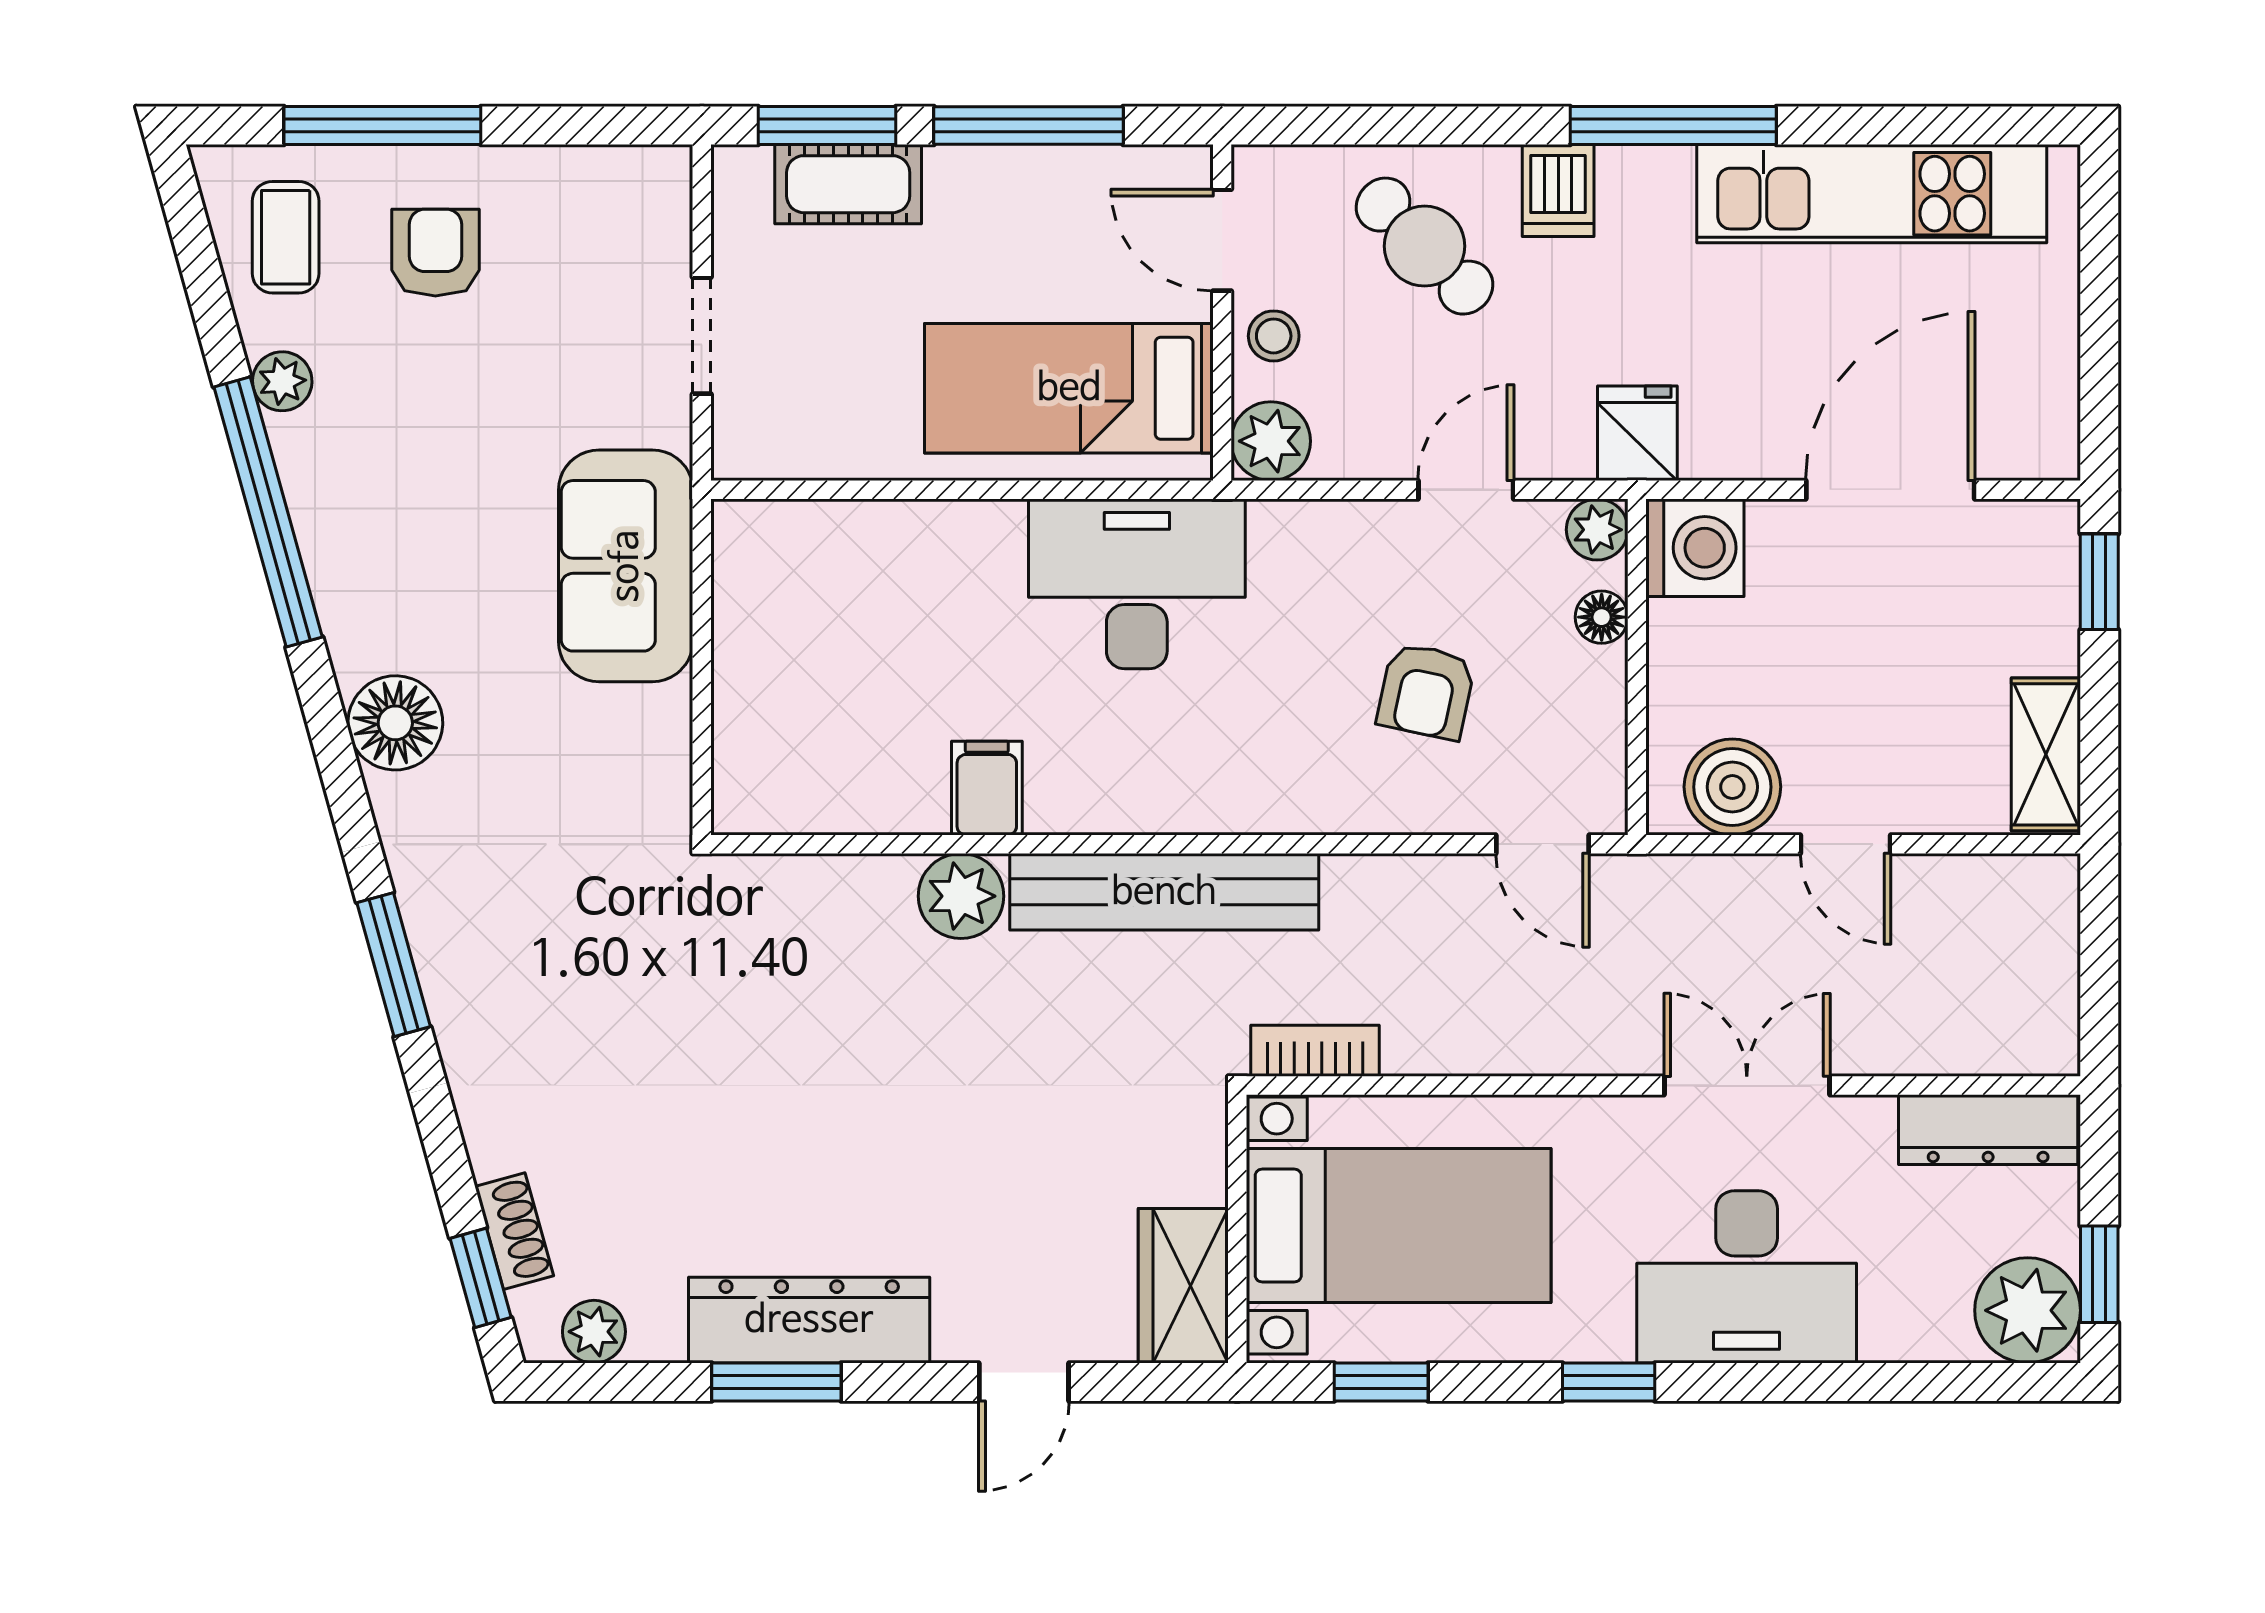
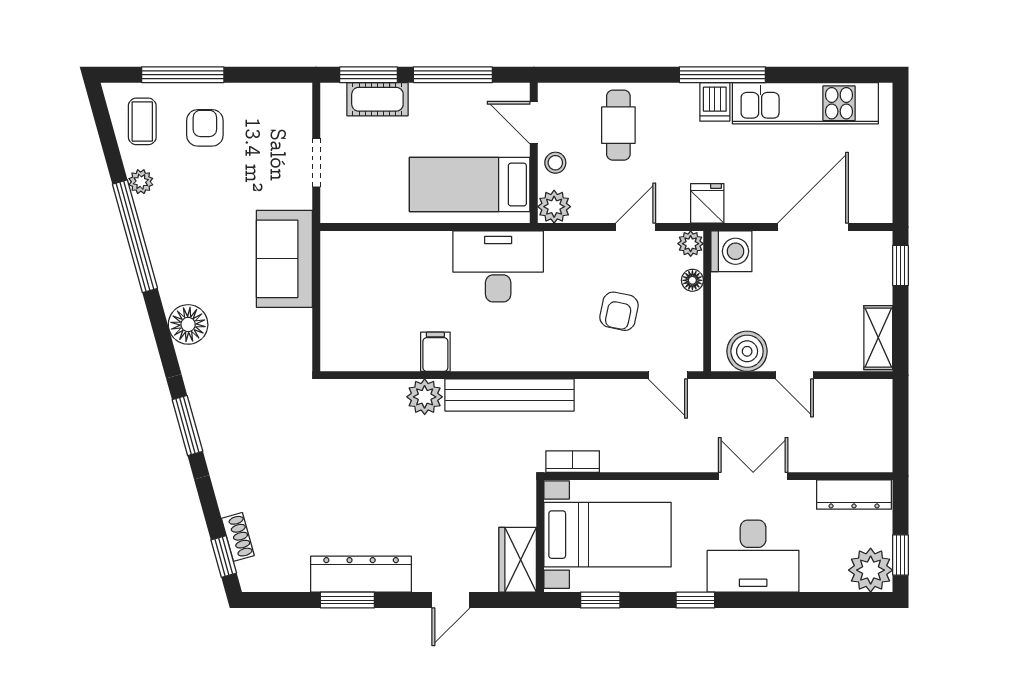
dishwasher: (1558, 190) -> (715, 102), moved
cafe table: (1425, 246) -> (618, 125), turned 45
plant: (594, 1332) -> (271, 579), removed

